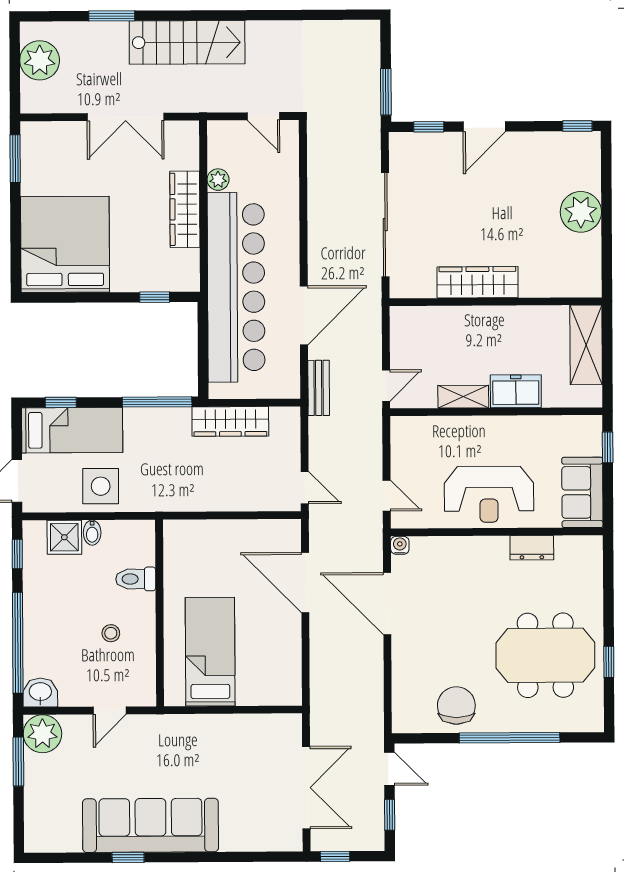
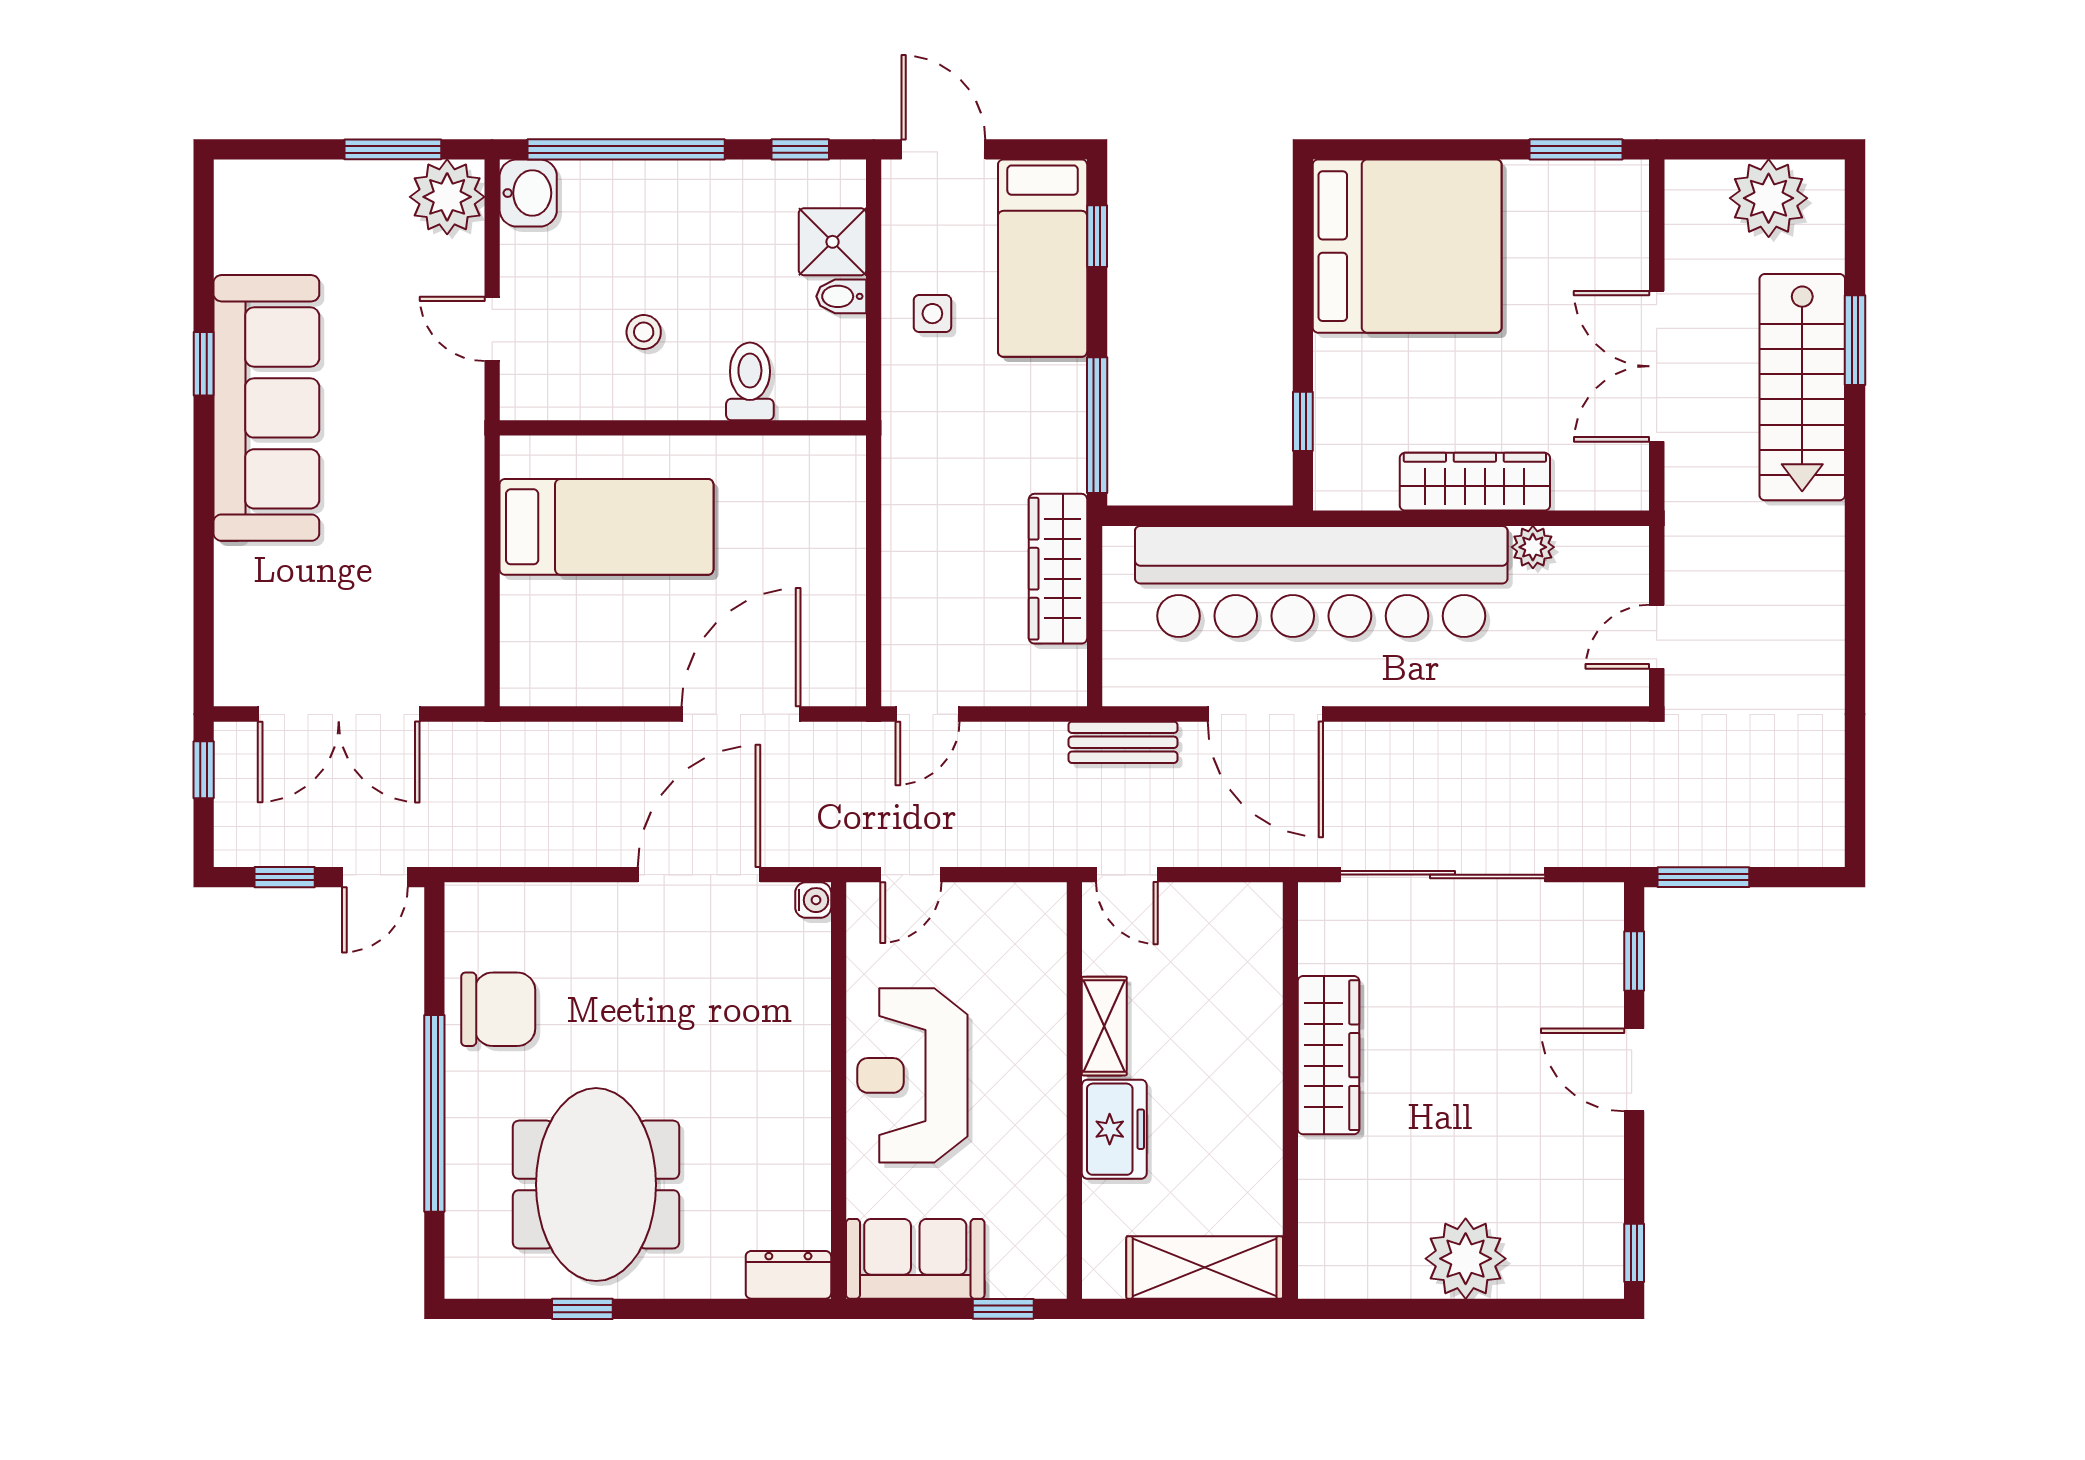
stairs: (187, 42) -> (1802, 387), moved
side table: (101, 486) -> (932, 314), width x0.54, depth x0.54
dresser: (532, 548) -> (788, 1275), moved, turned 90

